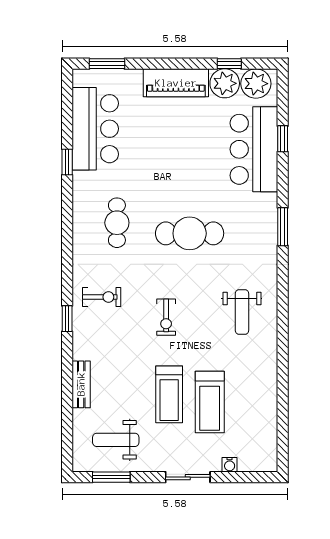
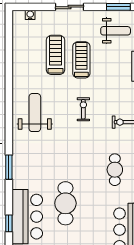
cafe table: (190, 233) -> (65, 203), moved, turned 90
weight bench: (242, 312) -> (35, 113), width x1.36, depth x1.33
water cooler: (230, 465) -> (30, 15), moved

